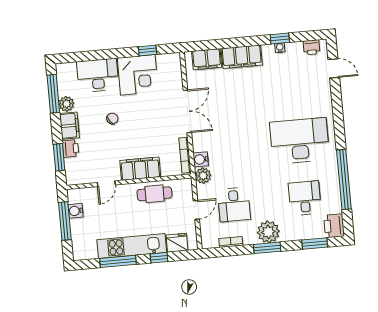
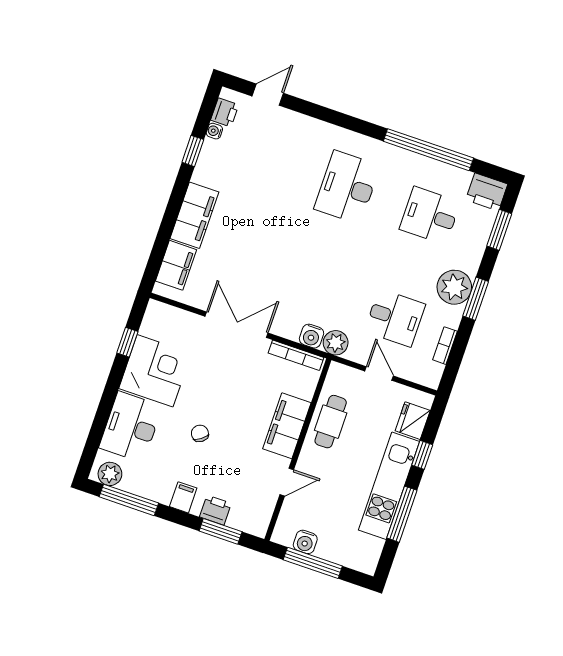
water cooler: (280, 48) -> (214, 131), moved
plant: (66, 104) -> (110, 474), moved
filing cabinet: (69, 126) -> (183, 497), width x0.50
desk: (299, 141) -> (347, 187), width x0.73, depth x0.77
door: (106, 184) -> (287, 482), hinge flipped

